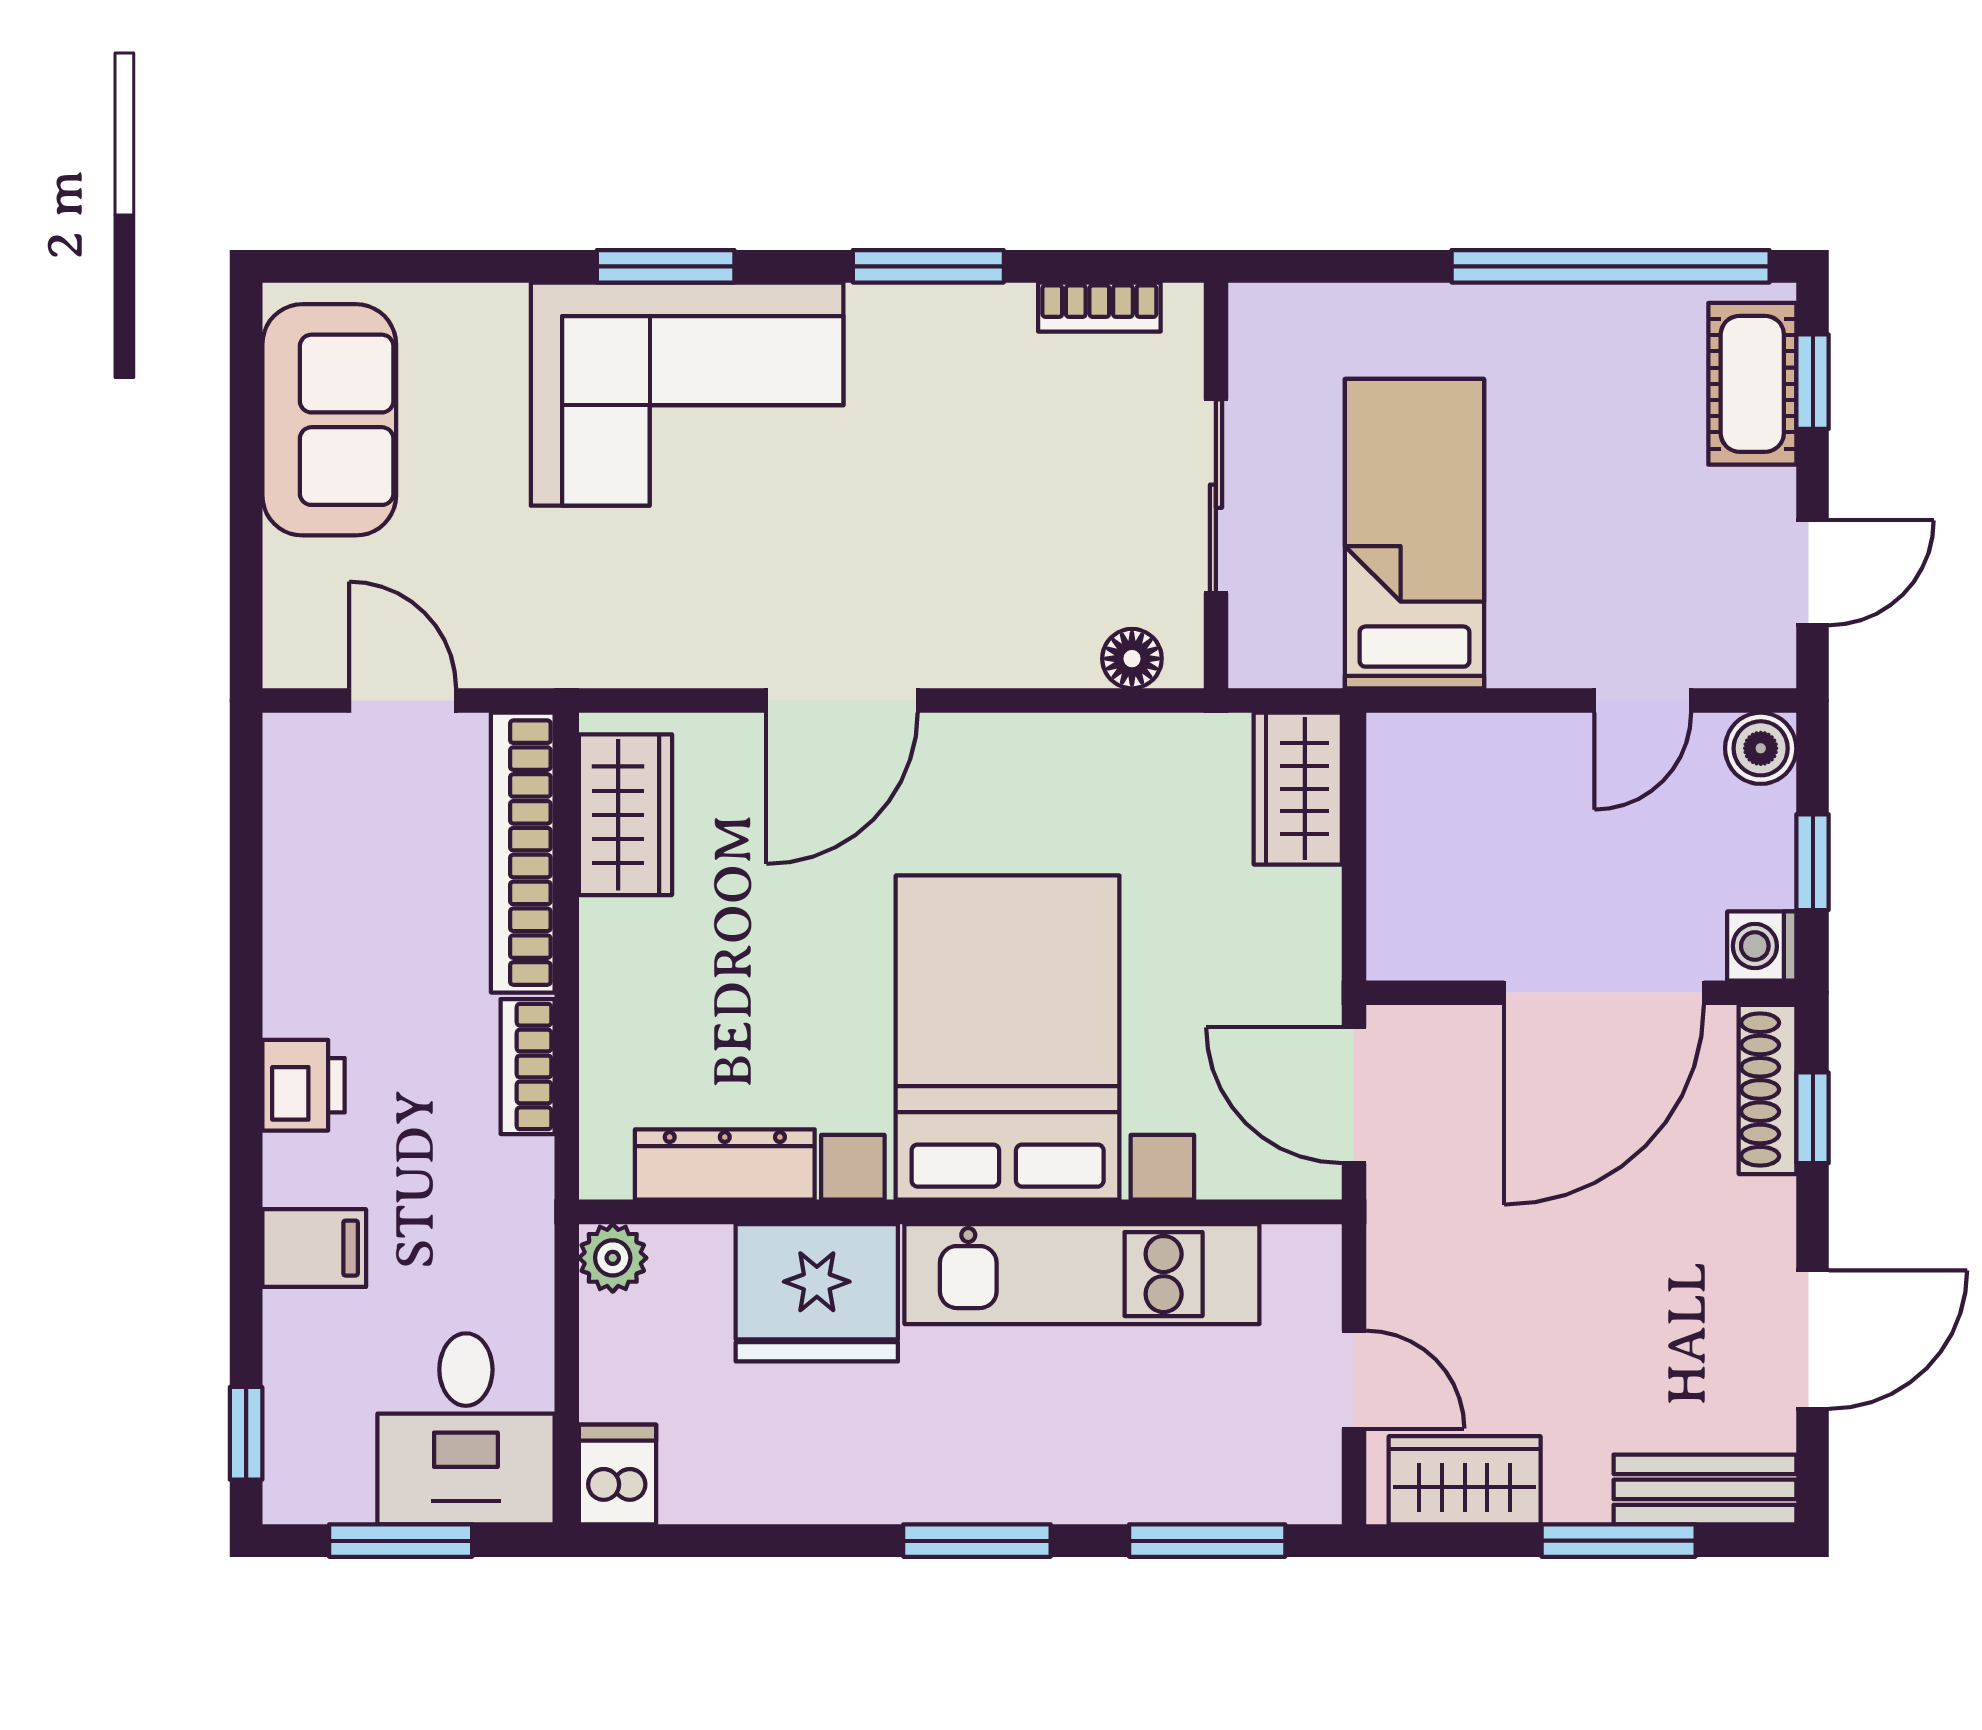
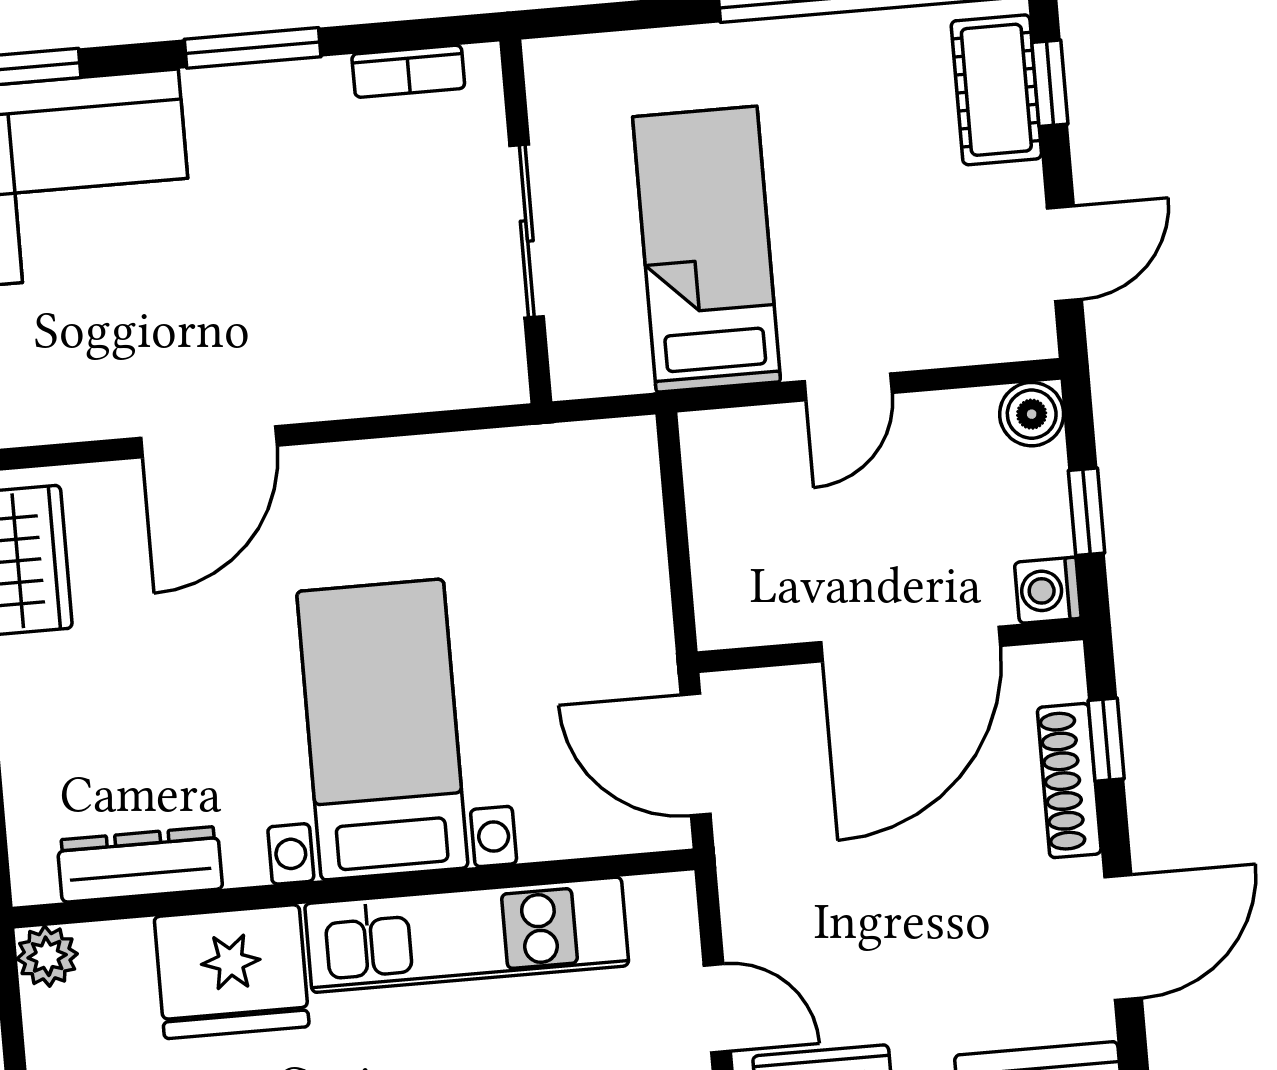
floor lamp: (1132, 659) -> (464, 382), removed
door: (1643, 701) -> (848, 387), moved
wardrobe: (1298, 789) -> (622, 485), removed
bed with nightstands: (1008, 1038) -> (382, 730), width x0.73
shoe rack: (1768, 1089) -> (1069, 781), moved

